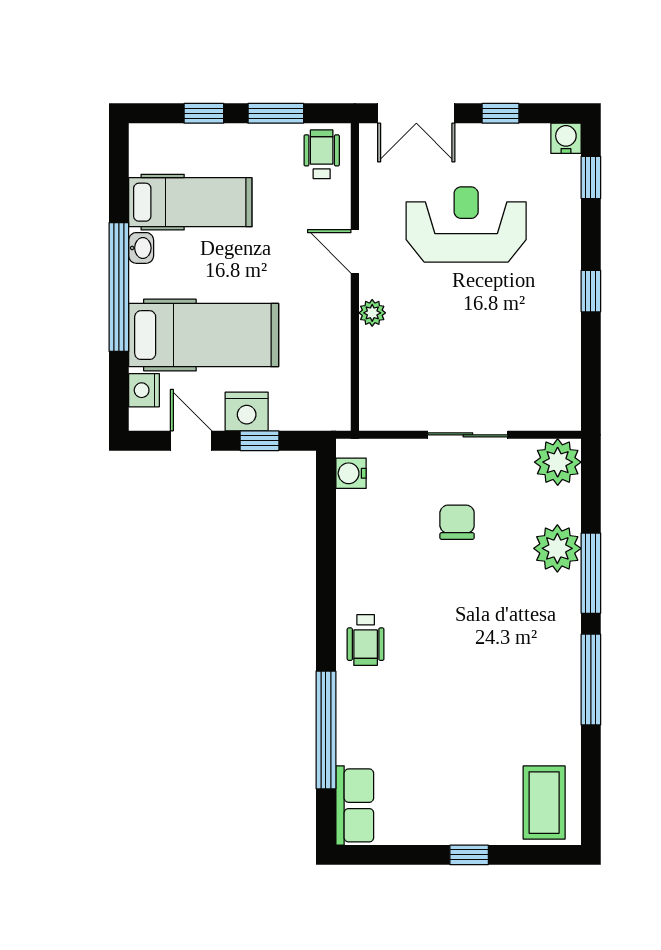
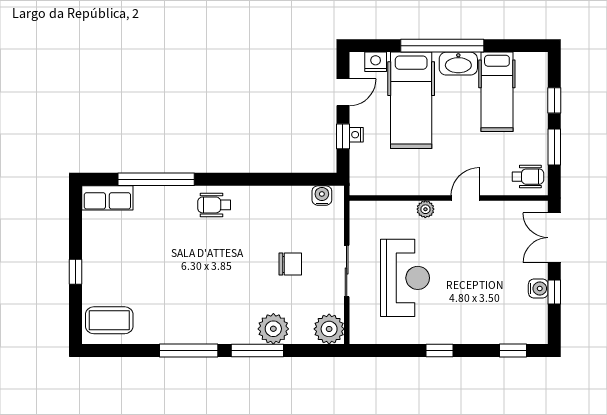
water cooler: (566, 138) -> (538, 288), moved
reception desk: (466, 224) -> (405, 278), moved
washbasin: (141, 248) -> (458, 64), width x1.91, depth x1.45
nightstand: (247, 412) -> (356, 135), width x0.53, depth x0.56

